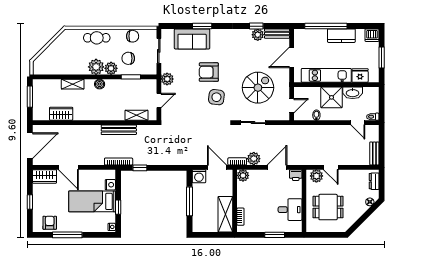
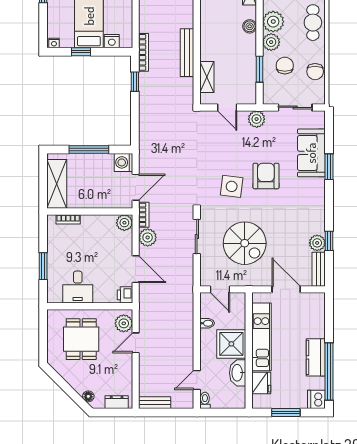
window: (326, 26) -> (329, 371), moved
shelving: (225, 214) -> (57, 184), moved, turned 90

